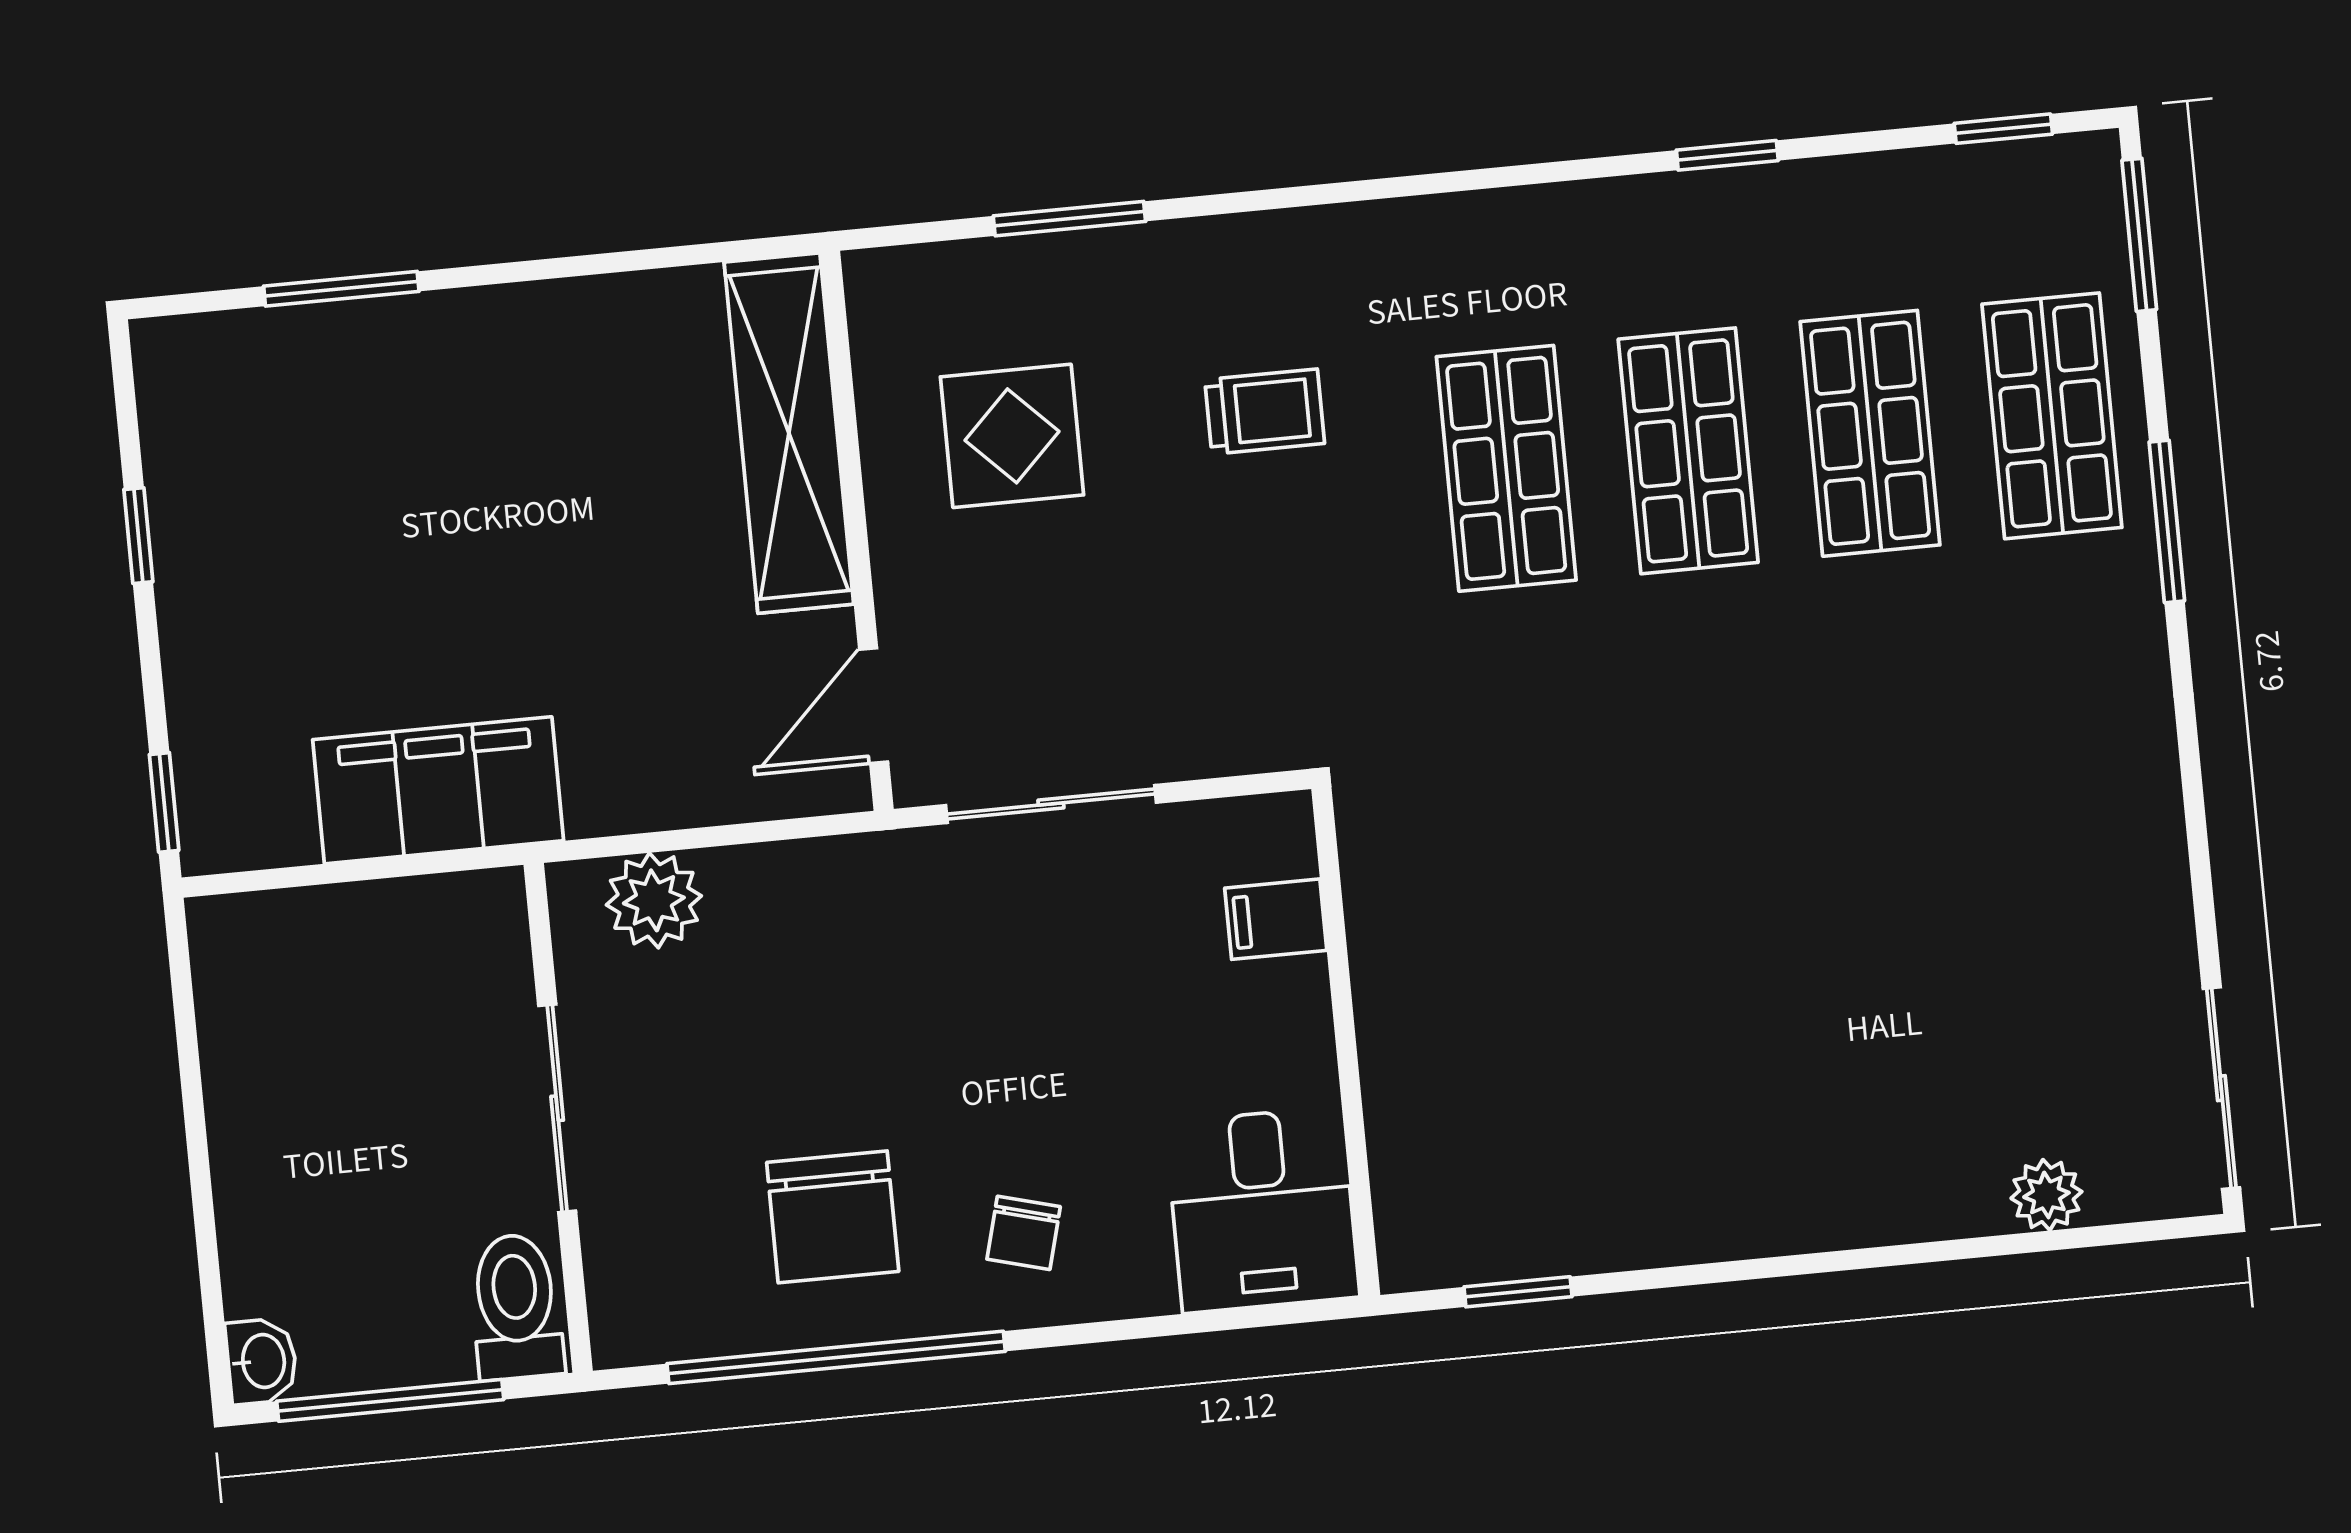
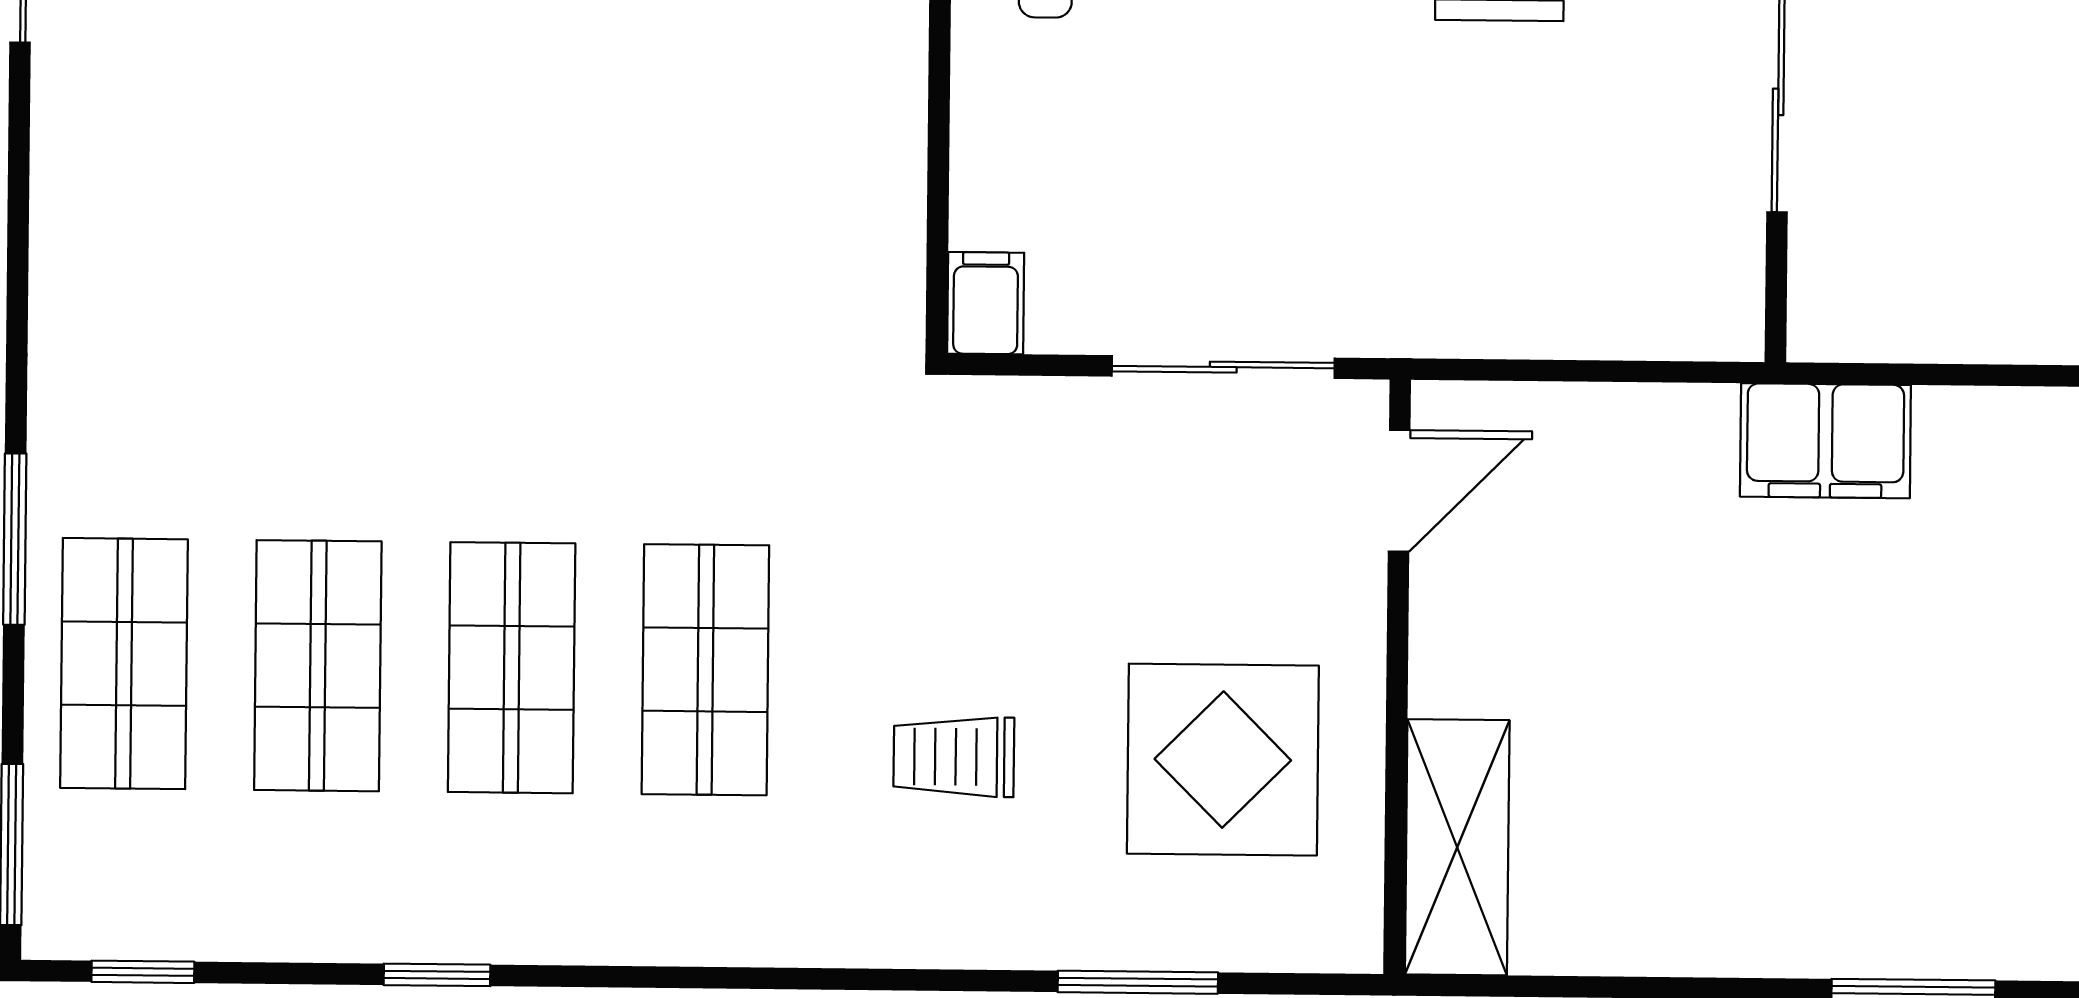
shelving: (789, 433) -> (1457, 847), width x0.68
display table: (1012, 436) -> (1223, 760), width x1.36, depth x1.36
filing cabinet: (438, 790) -> (1825, 441), width x0.67, depth x0.86
plant: (654, 900) -> (1653, 310), removed
filing cabinet: (1276, 919) -> (986, 303), moved, turned -90

